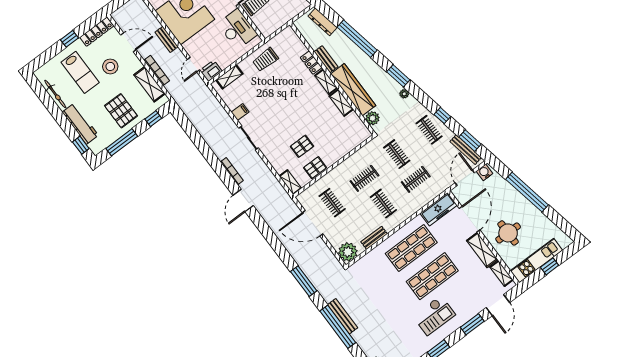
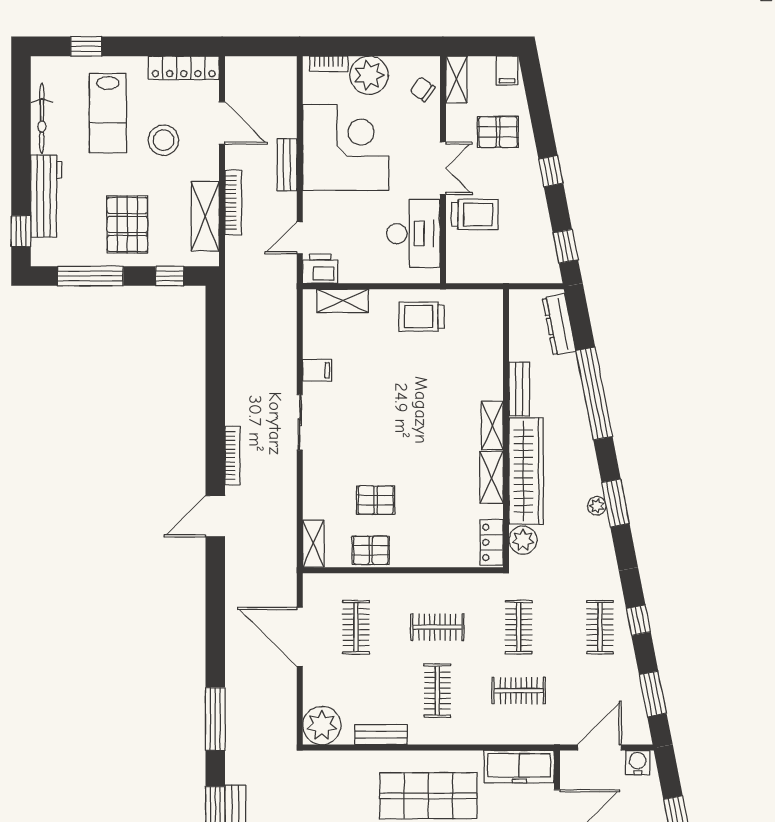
window: (69, 39) -> (86, 46), moved
locker: (311, 63) -> (492, 542), moved
plant: (404, 94) -> (597, 506), moved
bench: (466, 150) -> (635, 703), removed

